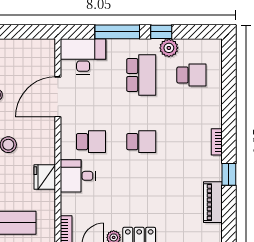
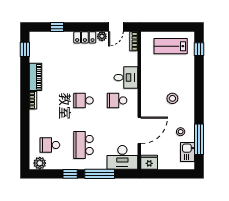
plant: (169, 48) -> (40, 163), moved
window: (229, 174) -> (25, 49), moved
fridge: (45, 177) -> (149, 162), moved, turned -90
piano: (213, 202) -> (36, 77), moved

